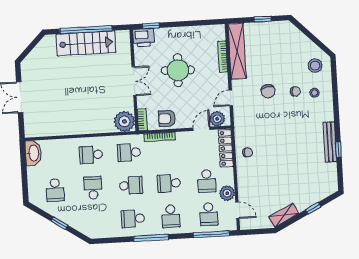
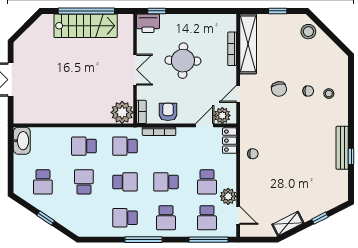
stool: (315, 66) -> (308, 32), moved
armchair: (167, 118) -> (168, 112), turned 90
locker: (226, 148) -> (230, 141), width x0.66

